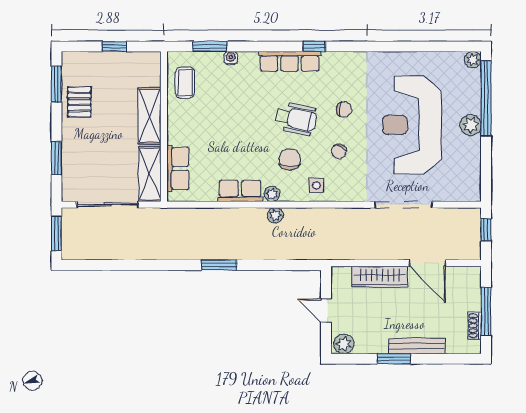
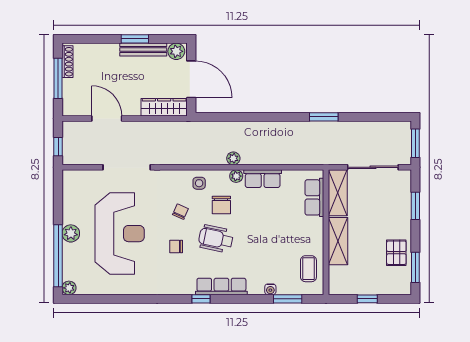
window: (219, 265) -> (324, 117), moved
wardrobe: (380, 277) -> (164, 107), moved
door: (326, 310) -> (191, 79), width x1.87
shoe rack: (475, 326) -> (68, 62), width x1.43
bench: (417, 346) -> (143, 50), moved

